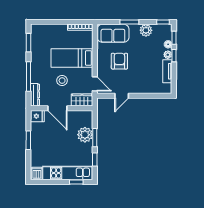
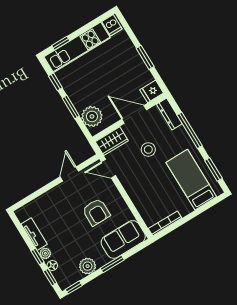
bed: (72, 58) -> (191, 180), moved, turned -90
plant: (85, 135) -> (92, 116), moved

